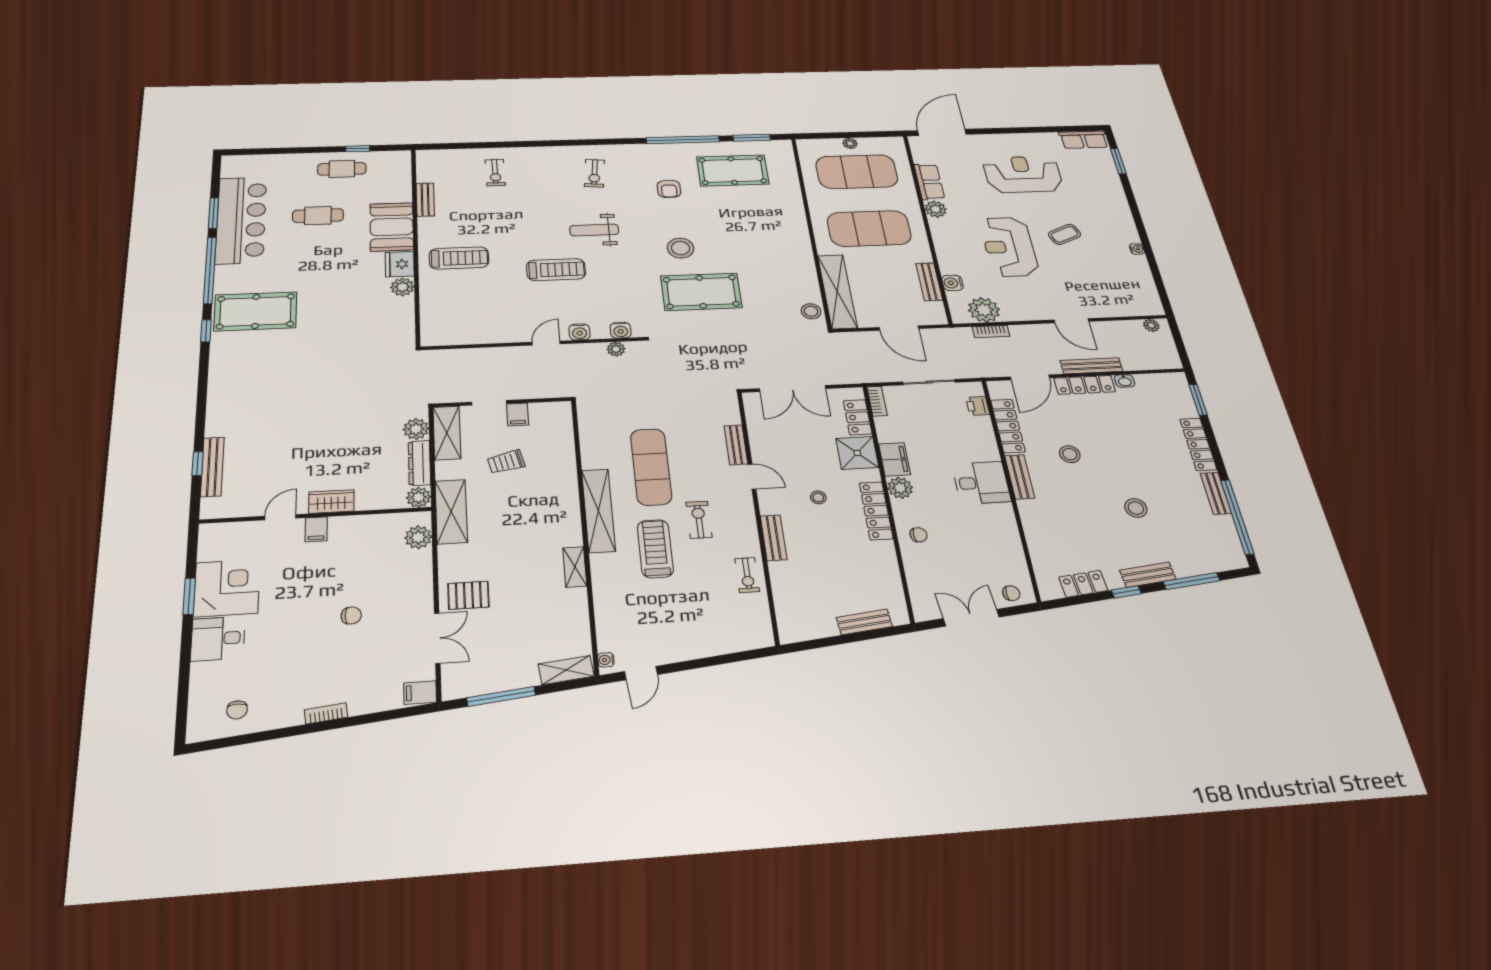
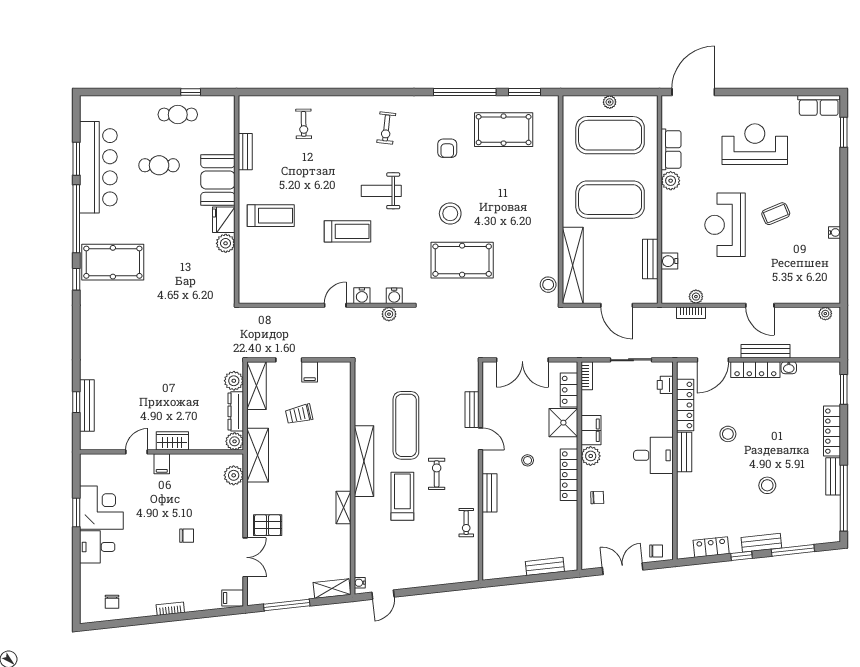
plant: (984, 310) -> (696, 297), width x0.53, depth x0.53

